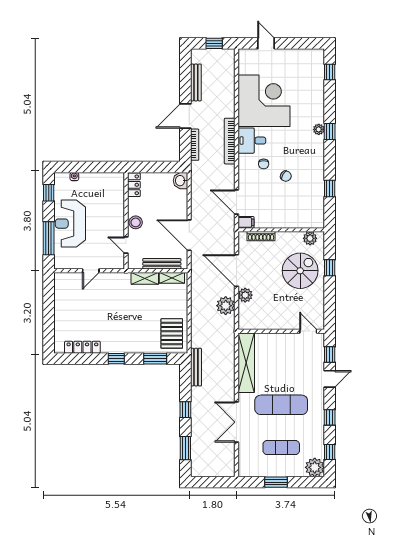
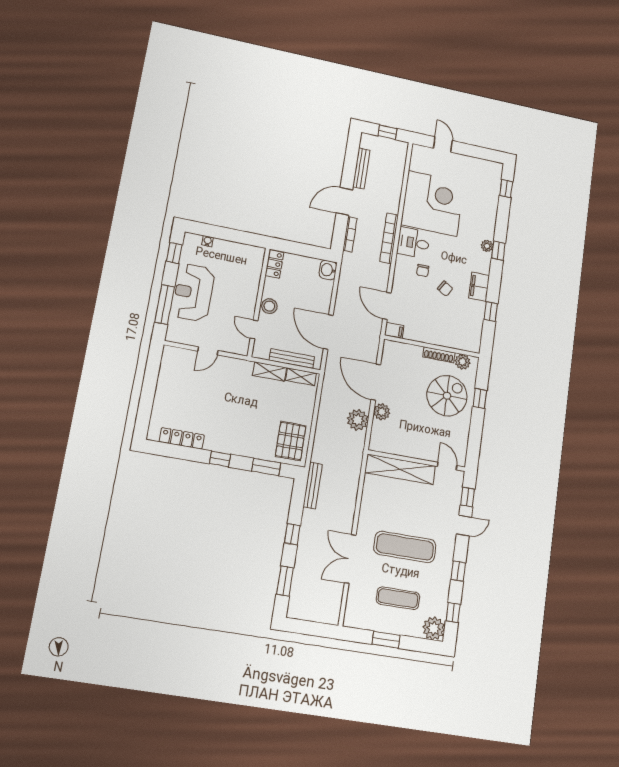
filing cabinet: (316, 168) -> (479, 287), added
shoe rack: (261, 236) -> (439, 355), moved
shelving: (246, 363) -> (400, 469), moved, turned 90

